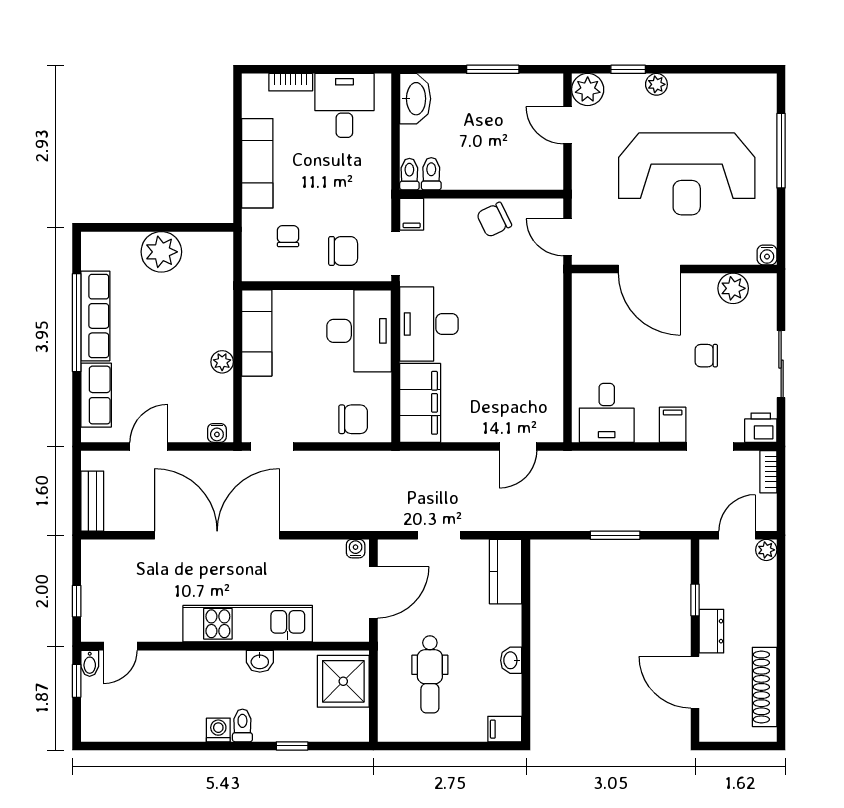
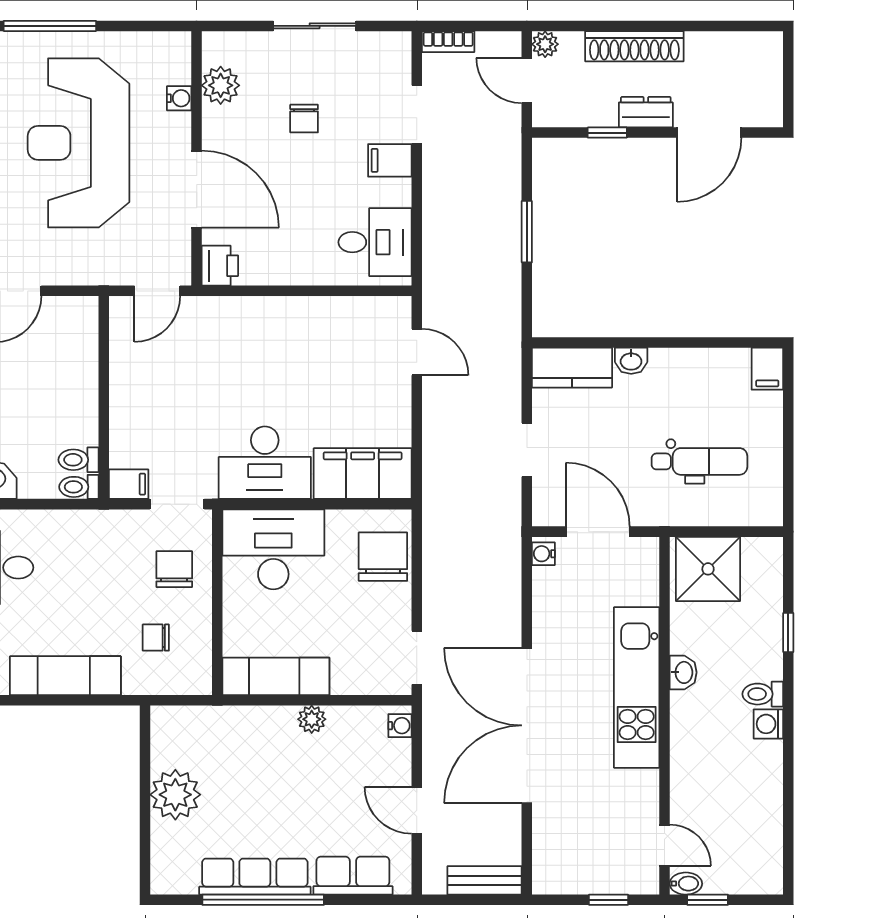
reception desk: (687, 174) -> (79, 143), turned 180
chair: (494, 220) -> (135, 382), removed
water cooler: (767, 255) -> (179, 98), moved
door: (649, 269) -> (197, 189), hinge flipped
chair: (353, 419) -> (383, 557), width x1.37, depth x1.37
printer: (761, 428) -> (220, 266), moved, turned 180
washbasin: (511, 660) -> (631, 361), moved
shoe rack: (765, 687) -> (634, 46), moved

